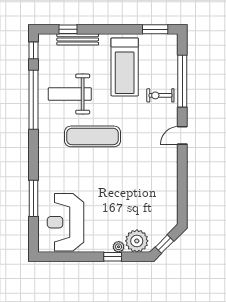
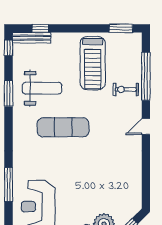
bench: (78, 39) -> (32, 38), moved
weight bench: (70, 94) -> (42, 88), turned 180
window: (33, 100) -> (9, 93), width x0.47

